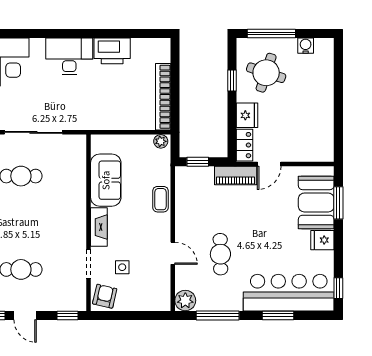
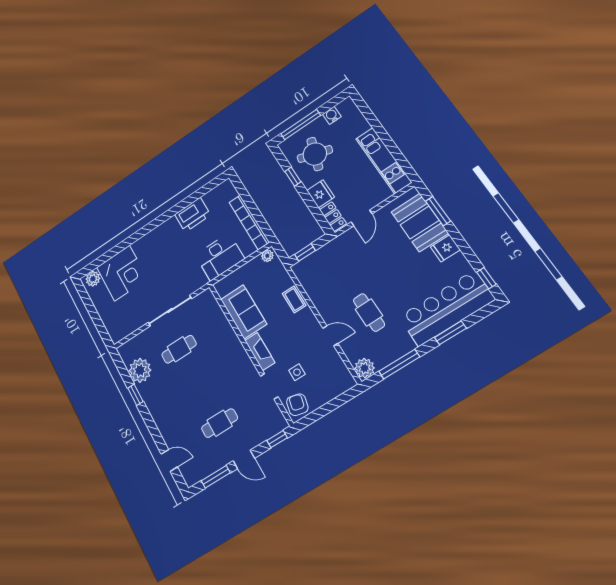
desk: (69, 56) -> (220, 257), moved, turned 180
kitchen unit: (323, 123) -> (384, 160), added
piano: (236, 175) -> (341, 244), removed

